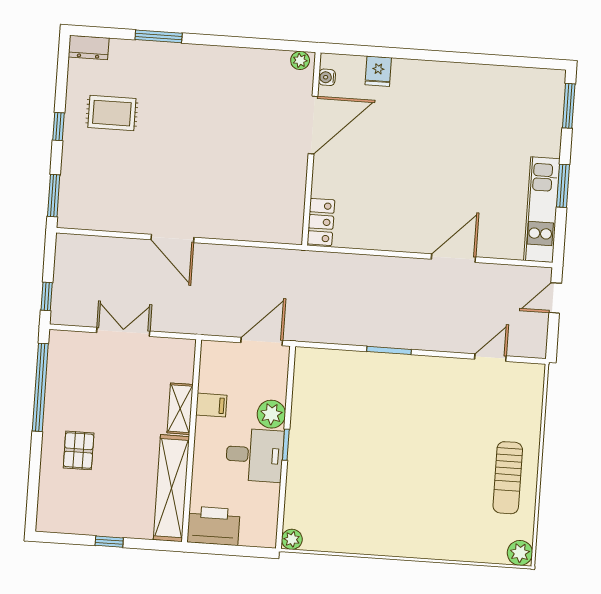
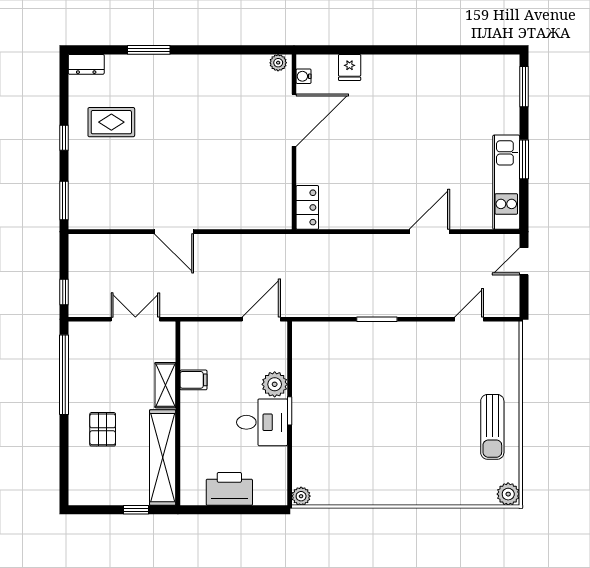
filing cabinet: (211, 405) -> (193, 380), moved
shelving: (180, 409) -> (165, 385), moved
wall: (192, 441) -> (178, 413), moved
shelving: (171, 488) -> (163, 458), moved

